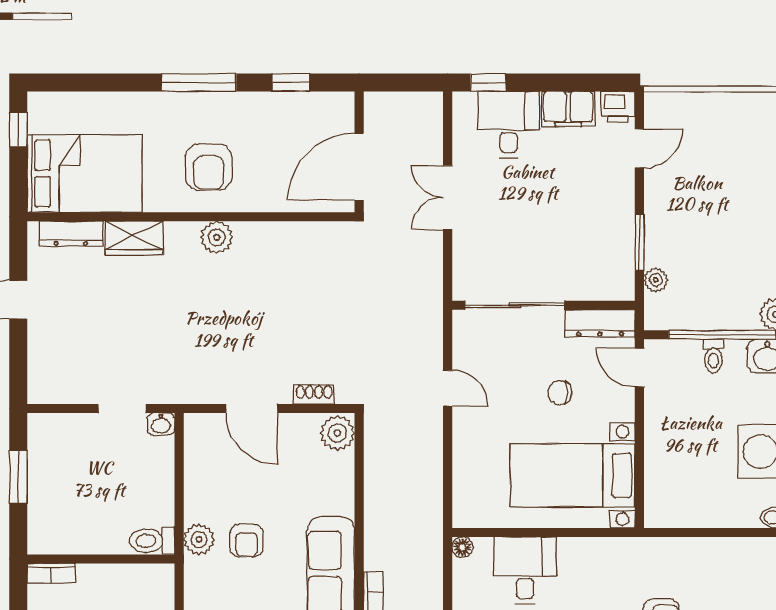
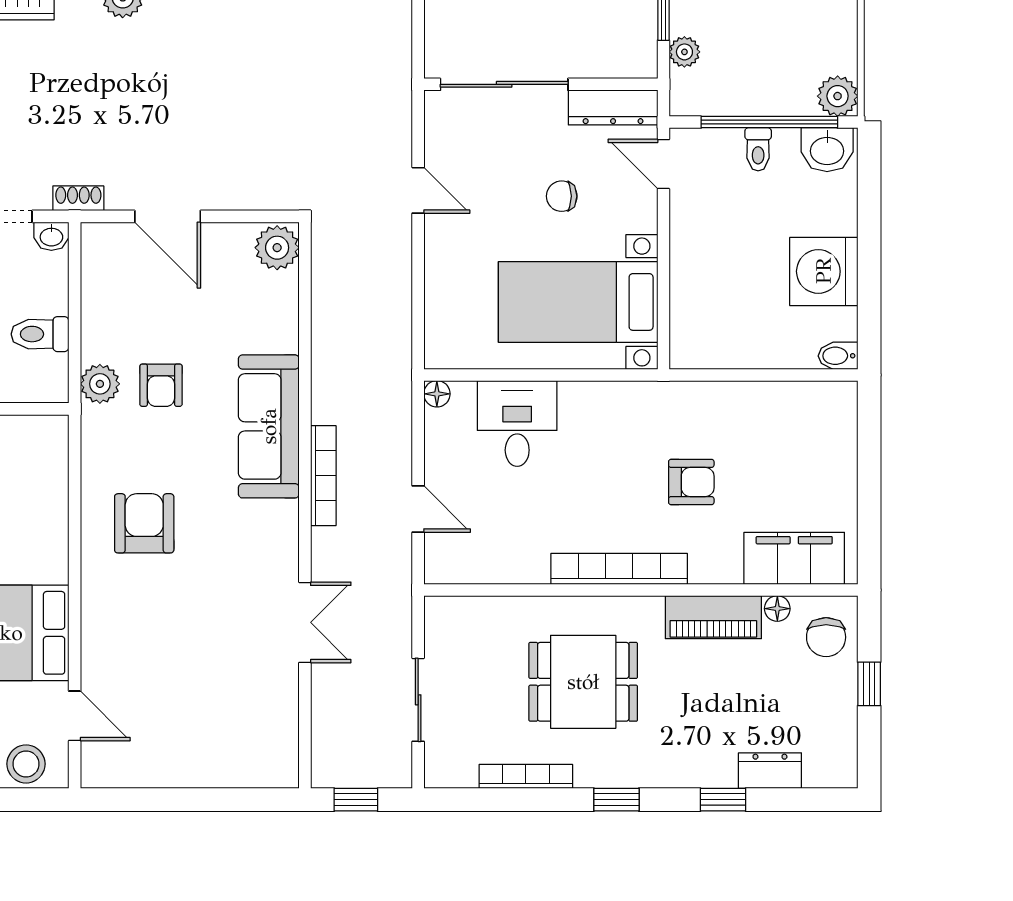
shoe rack: (314, 394) -> (78, 198), moved
toilet: (152, 541) -> (40, 334), moved

